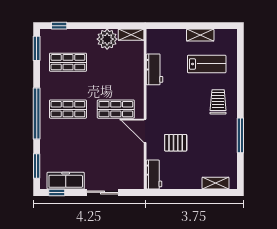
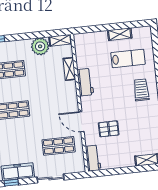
shelving: (138, 69) -> (69, 69), added
workbench: (154, 69) -> (85, 82), moved
shop shelf: (116, 109) -> (59, 146), moved

